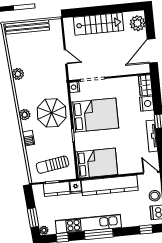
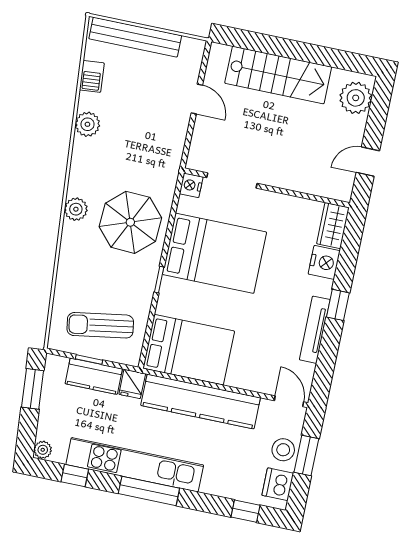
door: (152, 51) -> (368, 162), width x0.53
door: (66, 57) -> (197, 99), moved
barbecue: (28, 138) -> (92, 76), moved
window: (33, 218) -> (33, 389), moved

